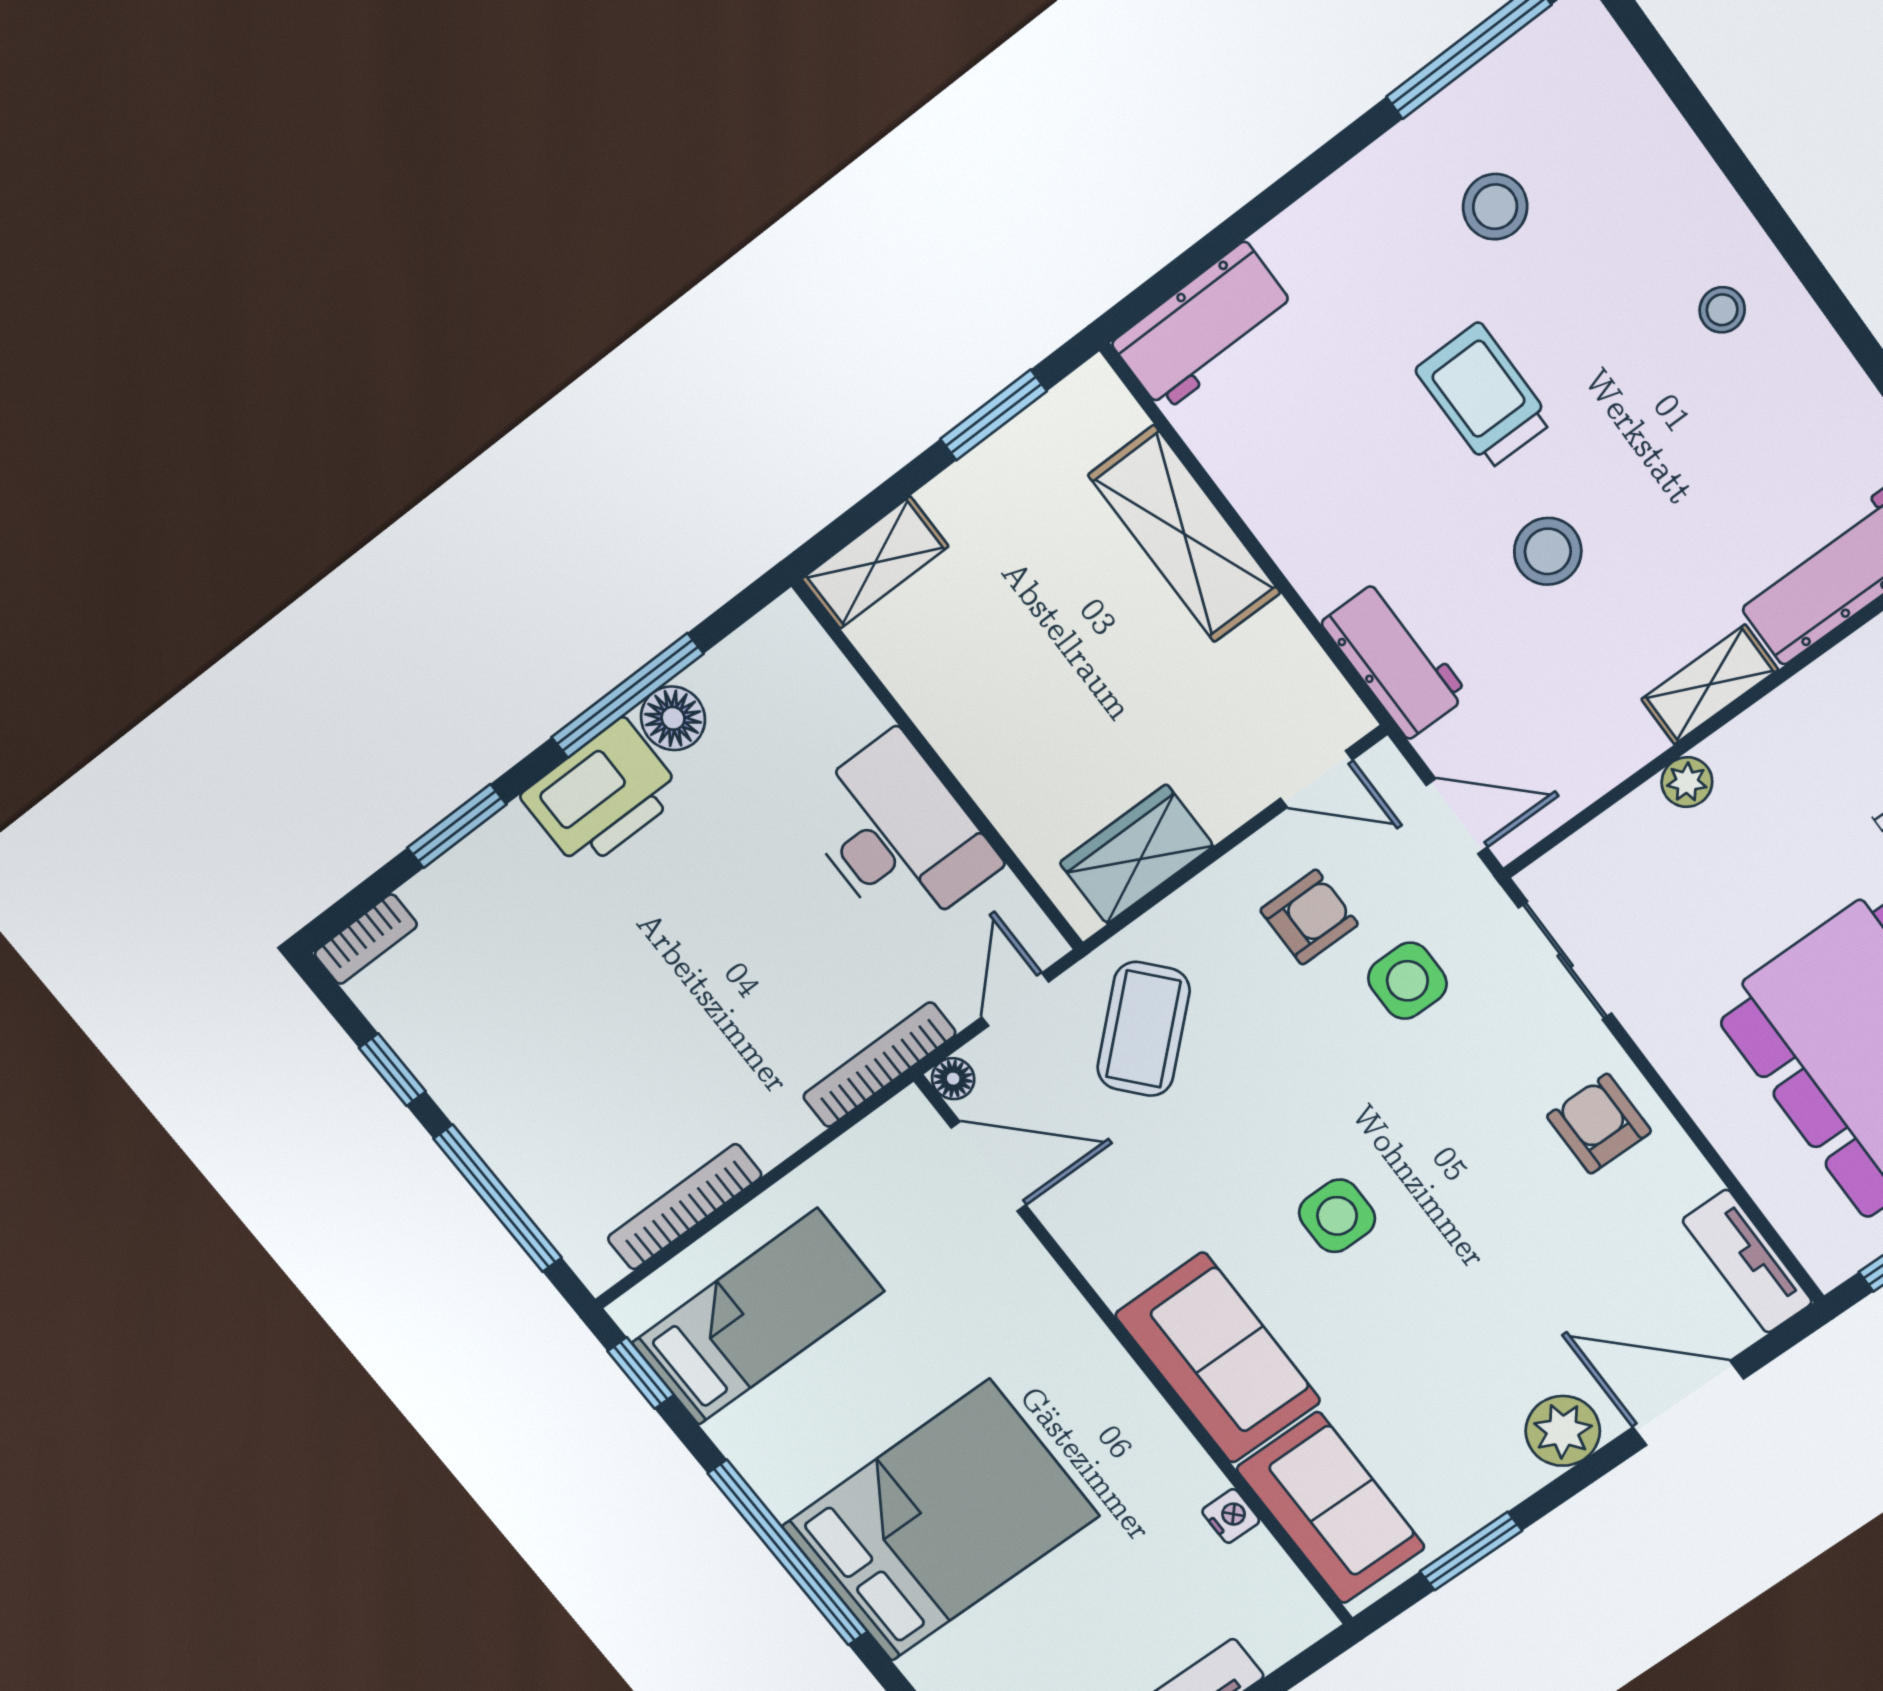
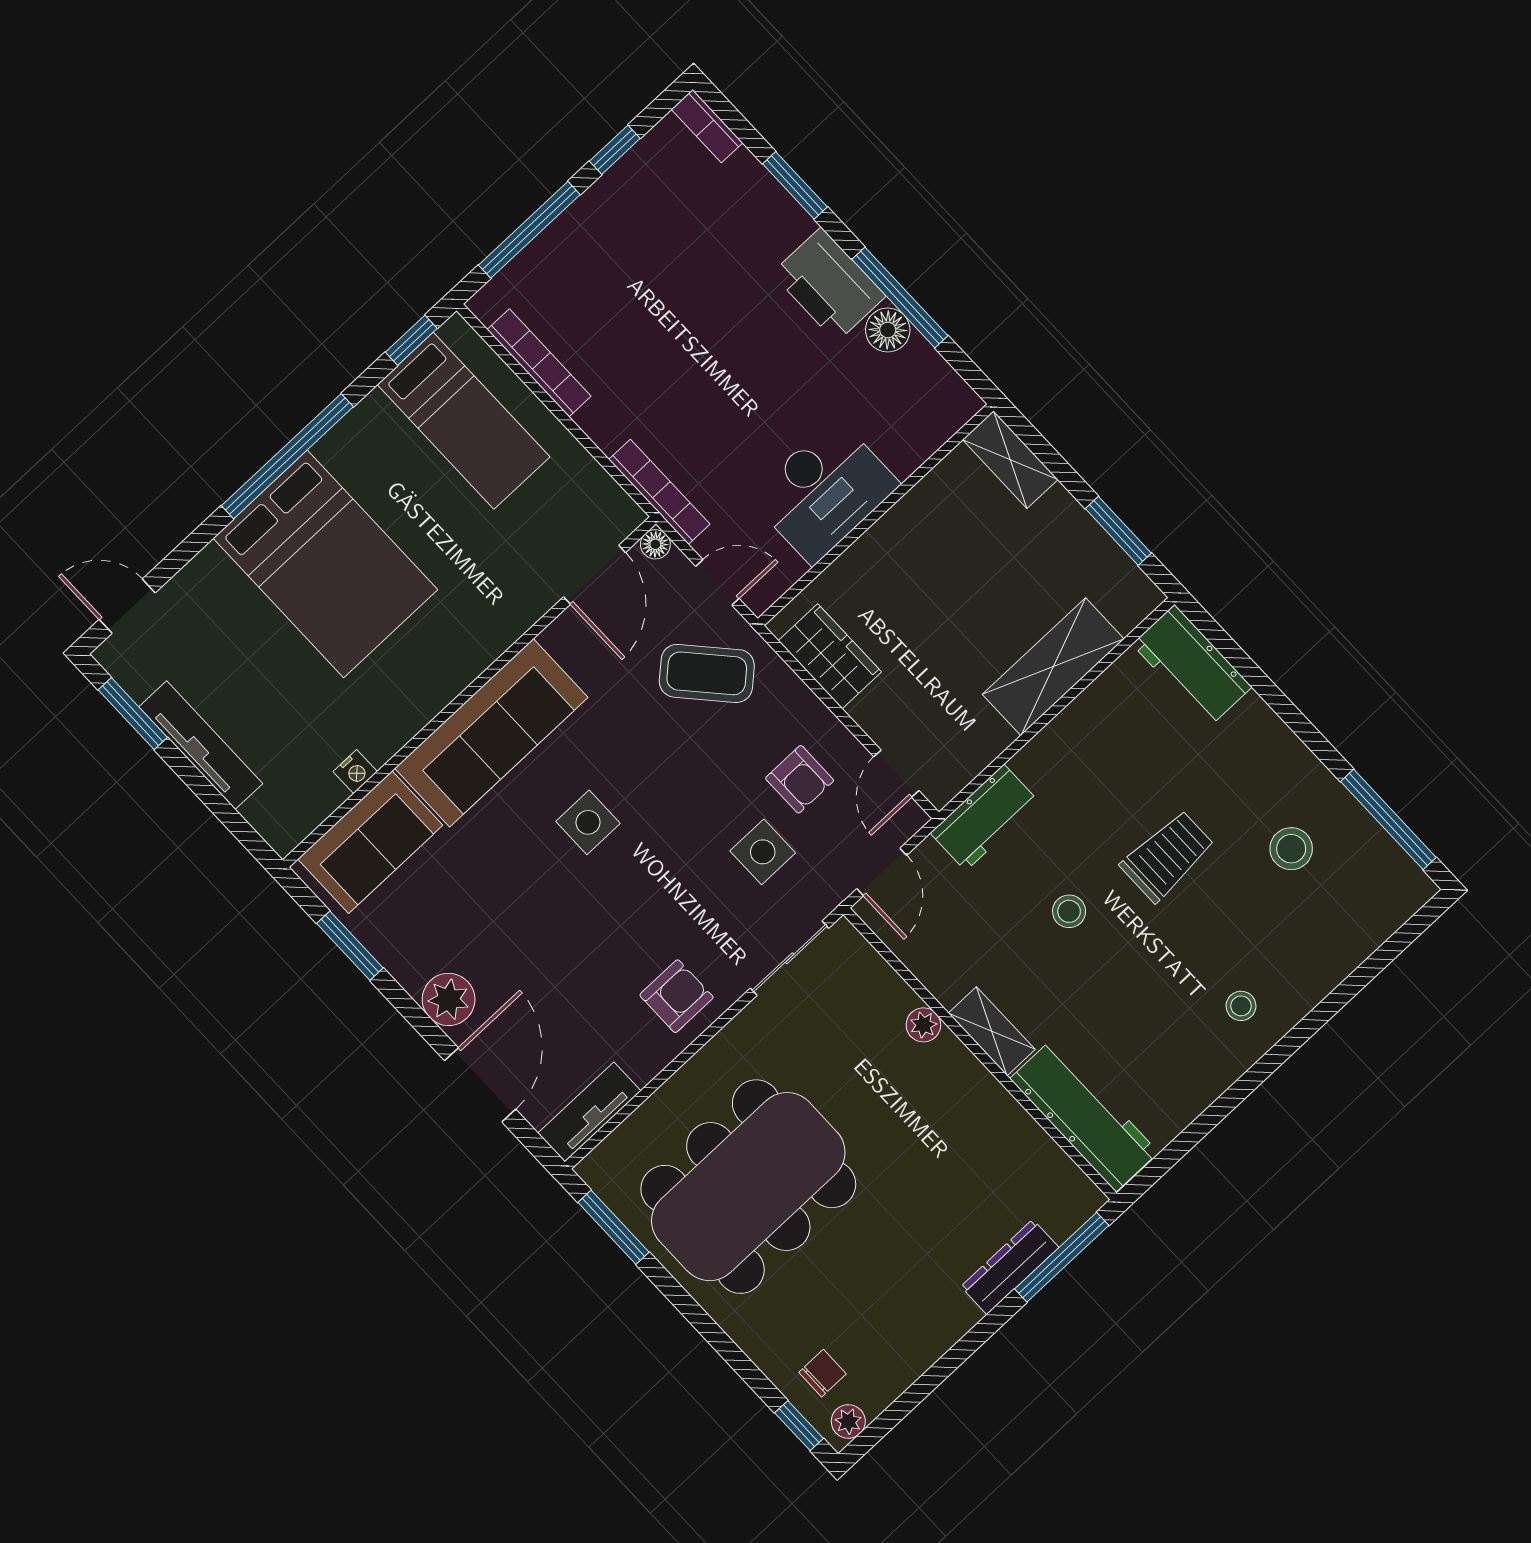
stool: (1548, 551) -> (1069, 911), width x0.73, depth x0.73
sofa: (1218, 1358) -> (491, 733), width x1.36

